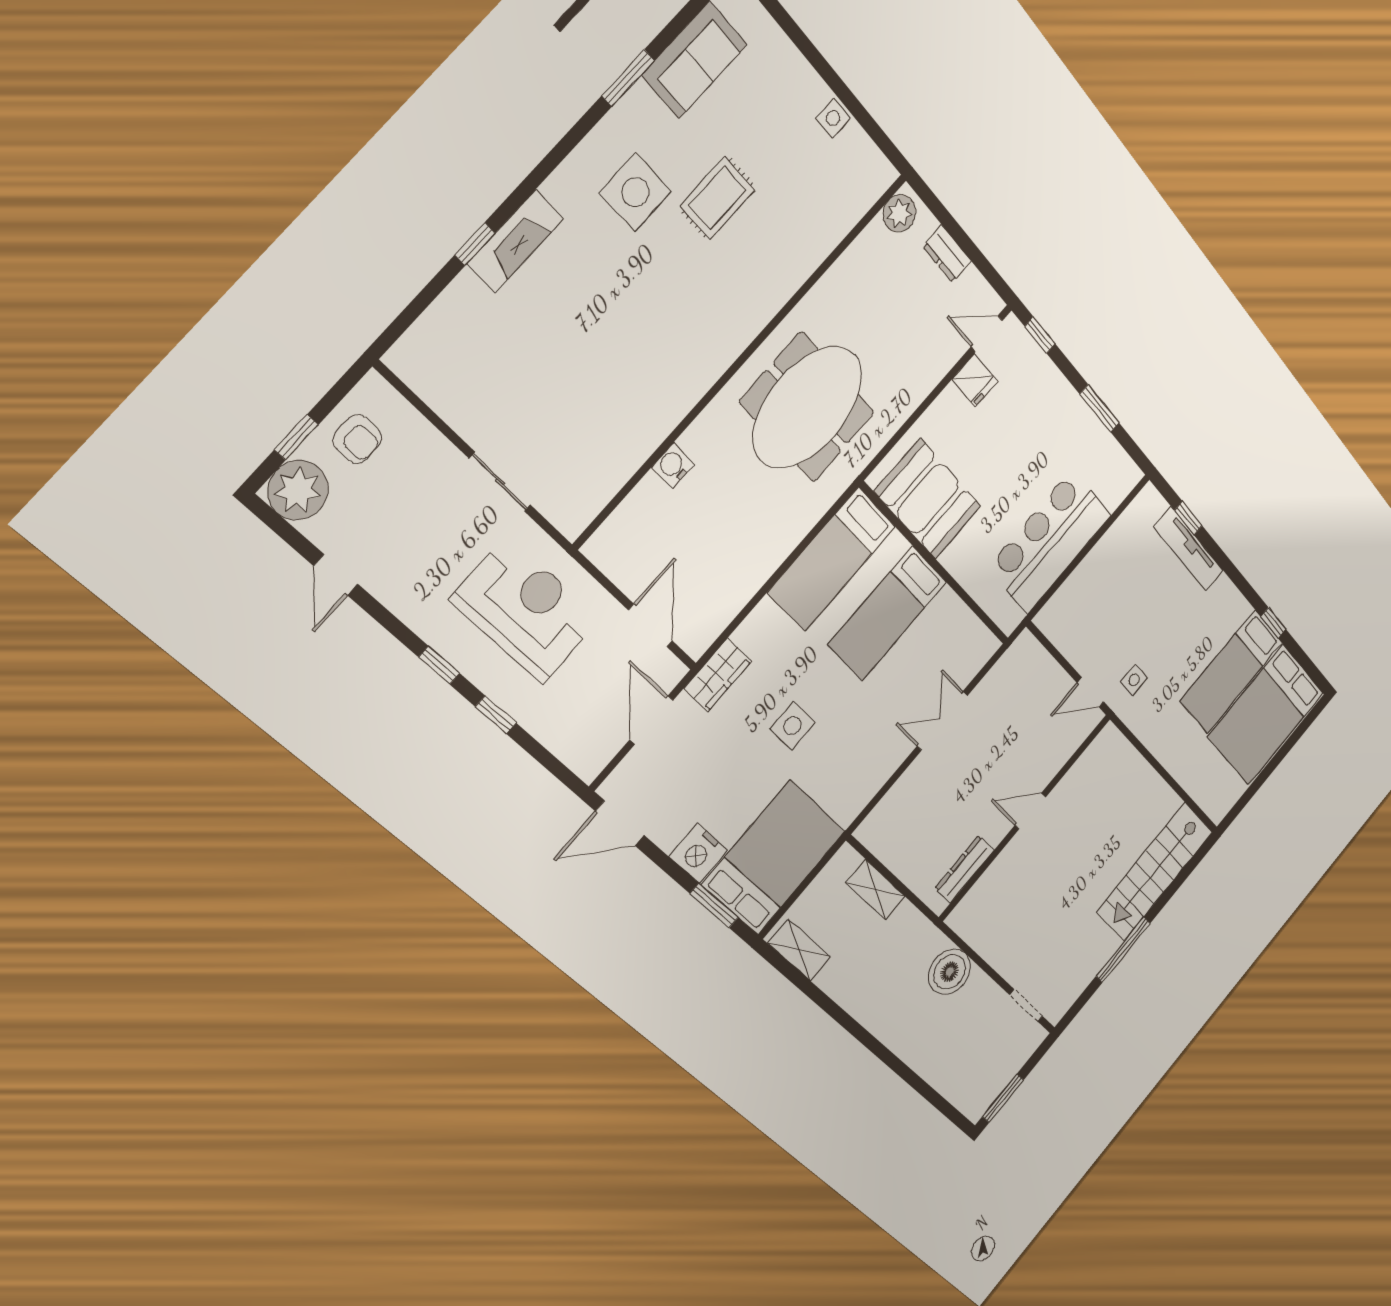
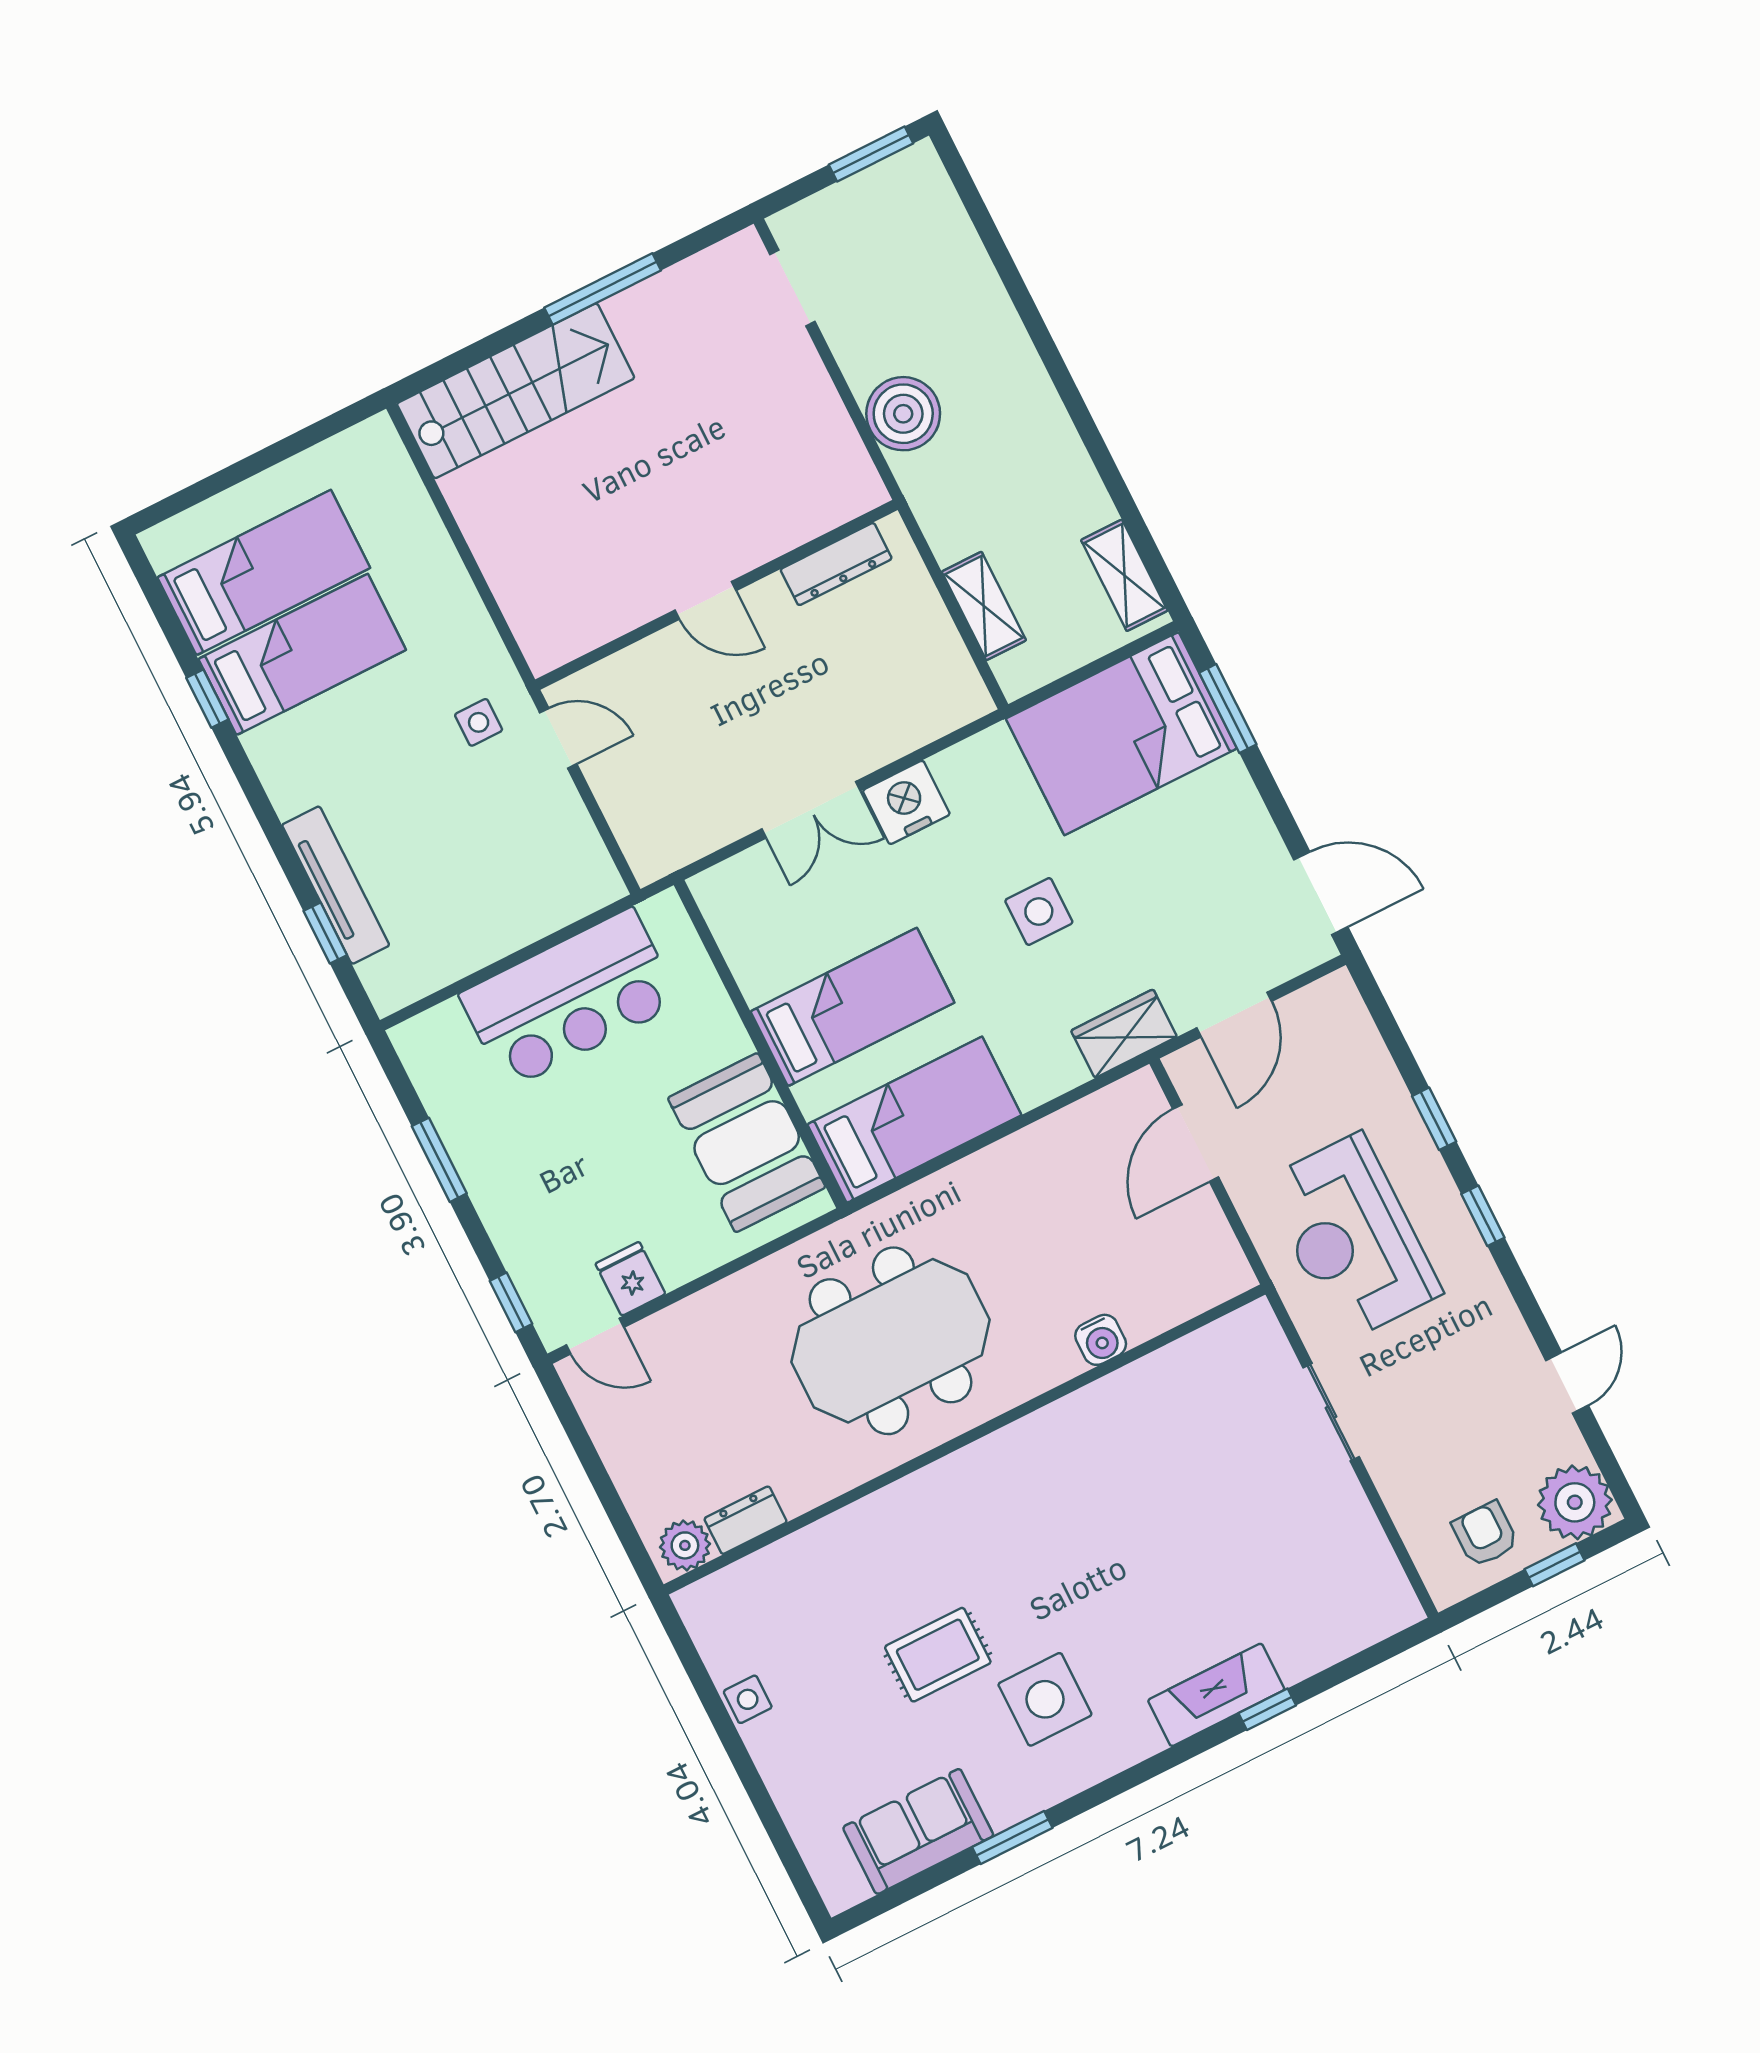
dresser: (947, 254) -> (746, 1520), moved, turned -90
bed: (1266, 715) -> (264, 573), width x0.67
nightstand: (698, 853) -> (906, 802), moved, turned -90

